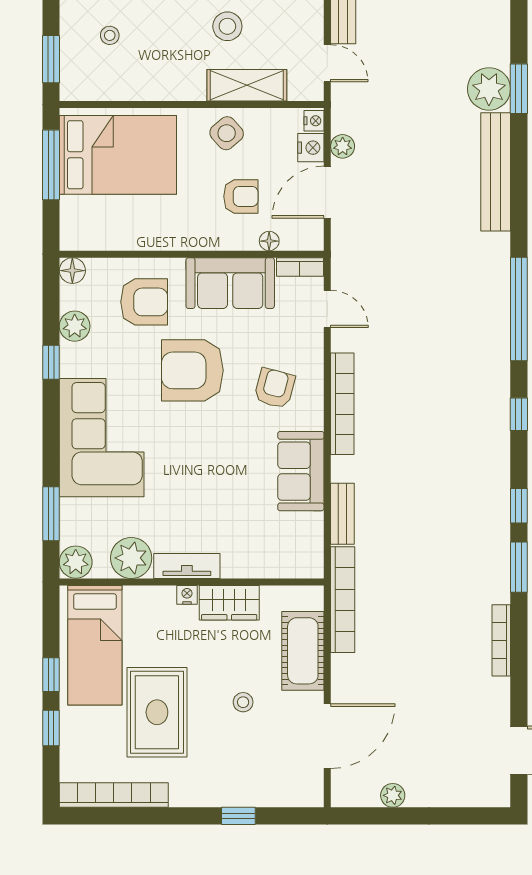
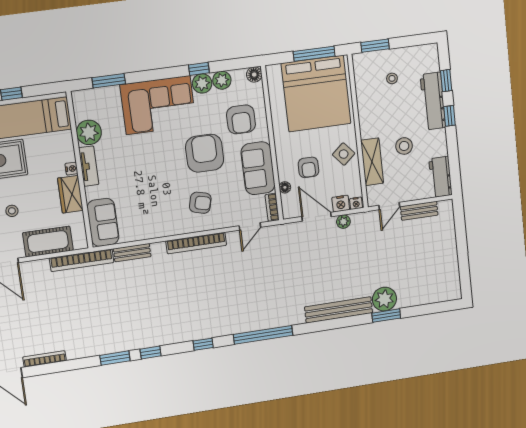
bed: (118, 155) -> (316, 94), width x1.36
sofa: (301, 471) -> (103, 222), moved, turned 90
plant: (76, 562) -> (202, 83), moved
bookcase: (501, 640) -> (45, 359), moved

